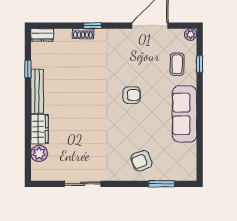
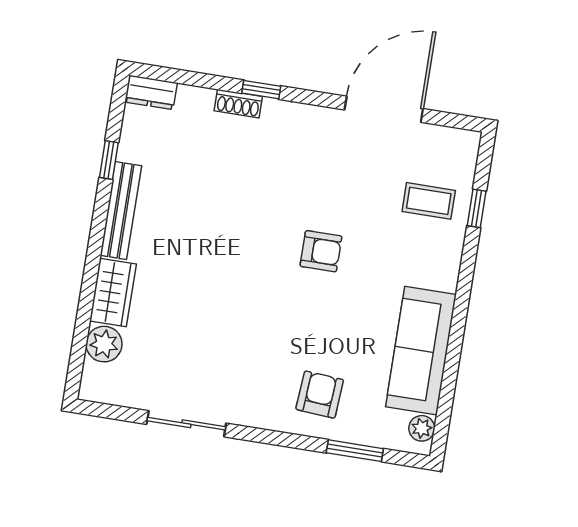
plant: (191, 35) -> (422, 428), moved
coffee table: (177, 64) -> (429, 201), turned 90
sofa: (185, 114) -> (421, 351), moved
armchair: (141, 161) -> (320, 395), turned 114

